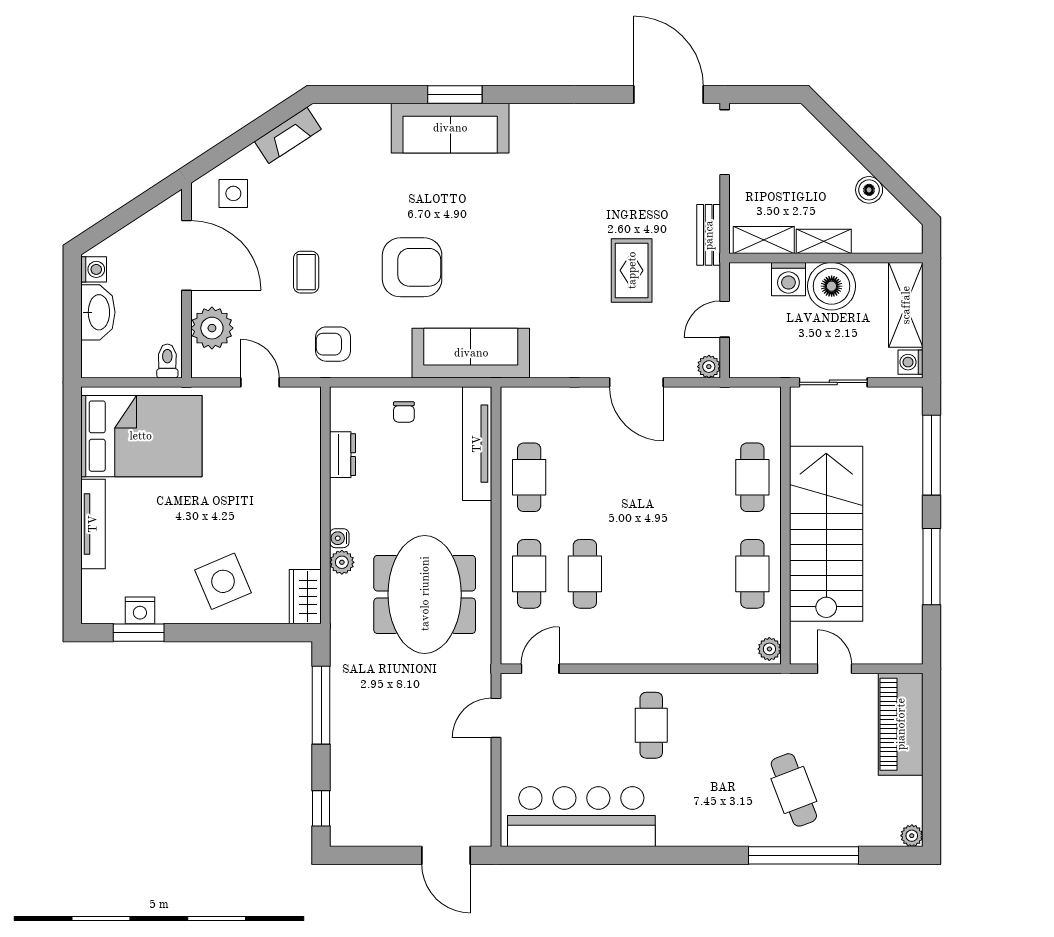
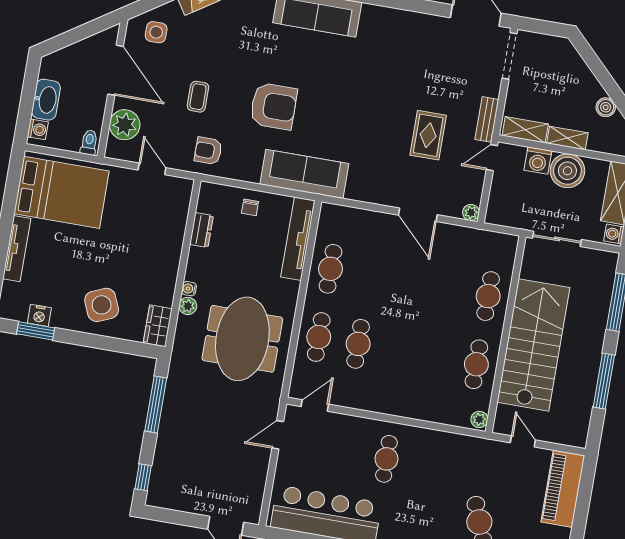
washing machine: (94, 269) -> (38, 129), moved
door: (725, 319) -> (492, 158), moved

